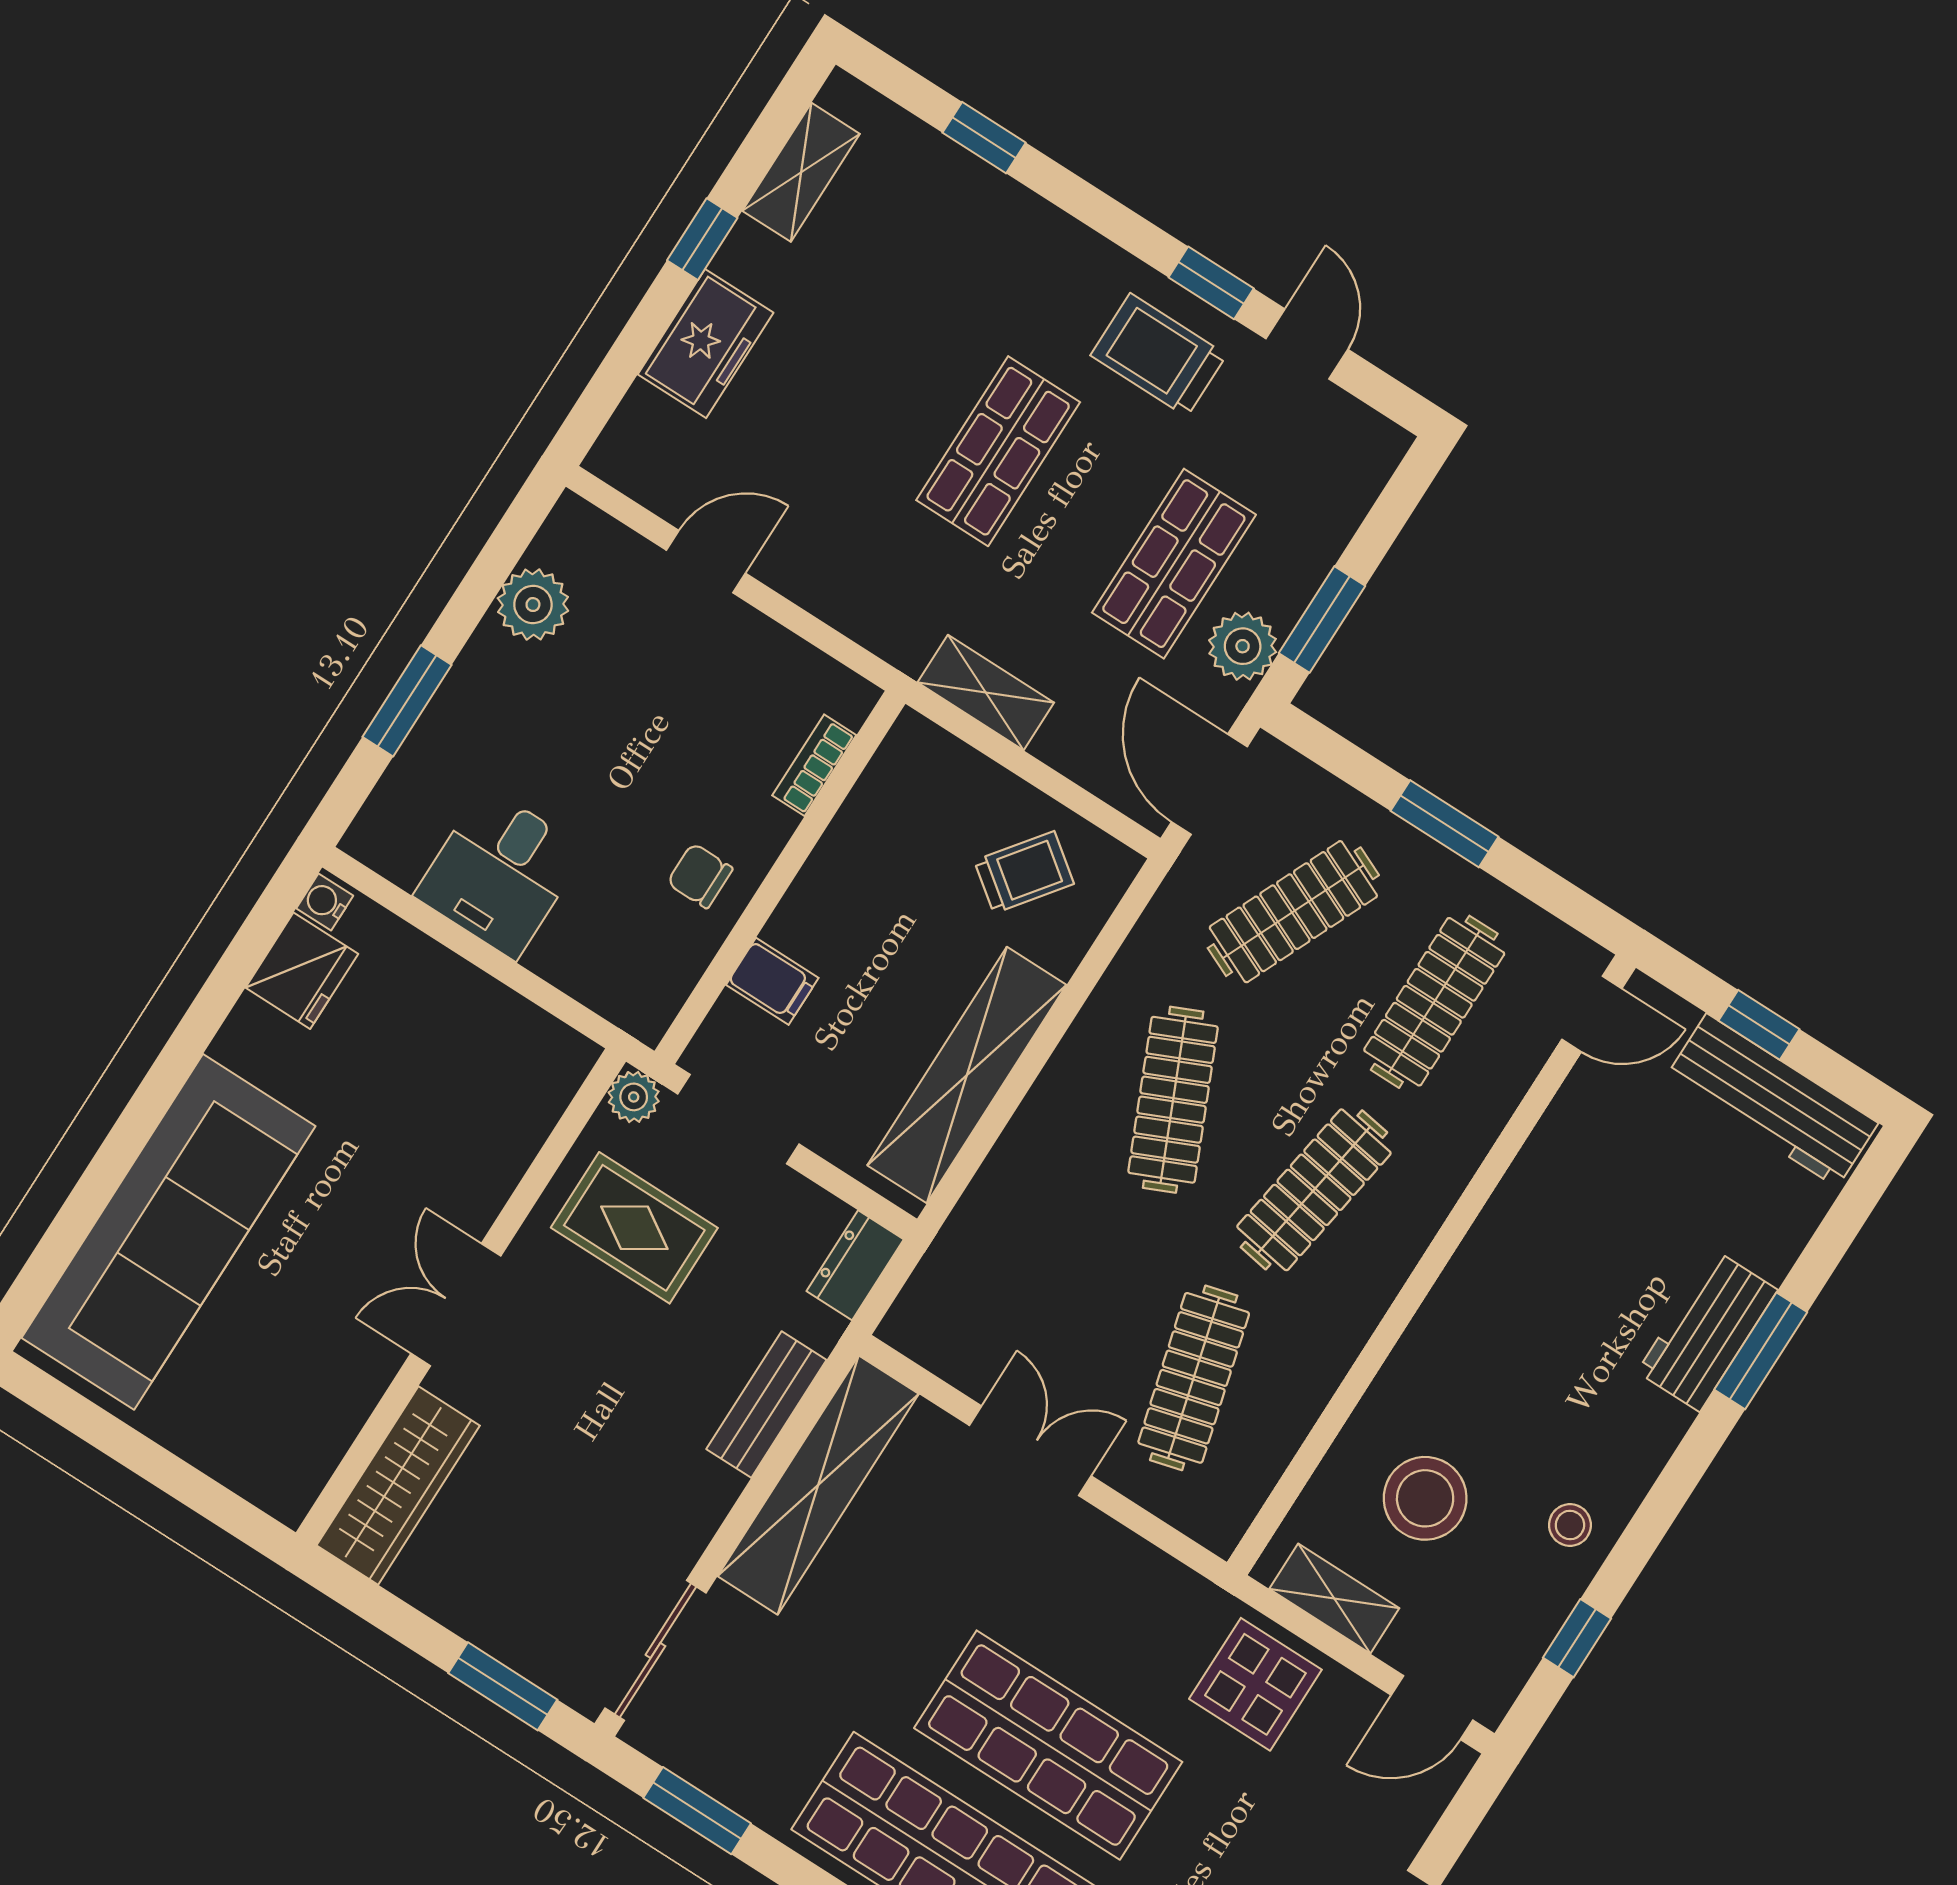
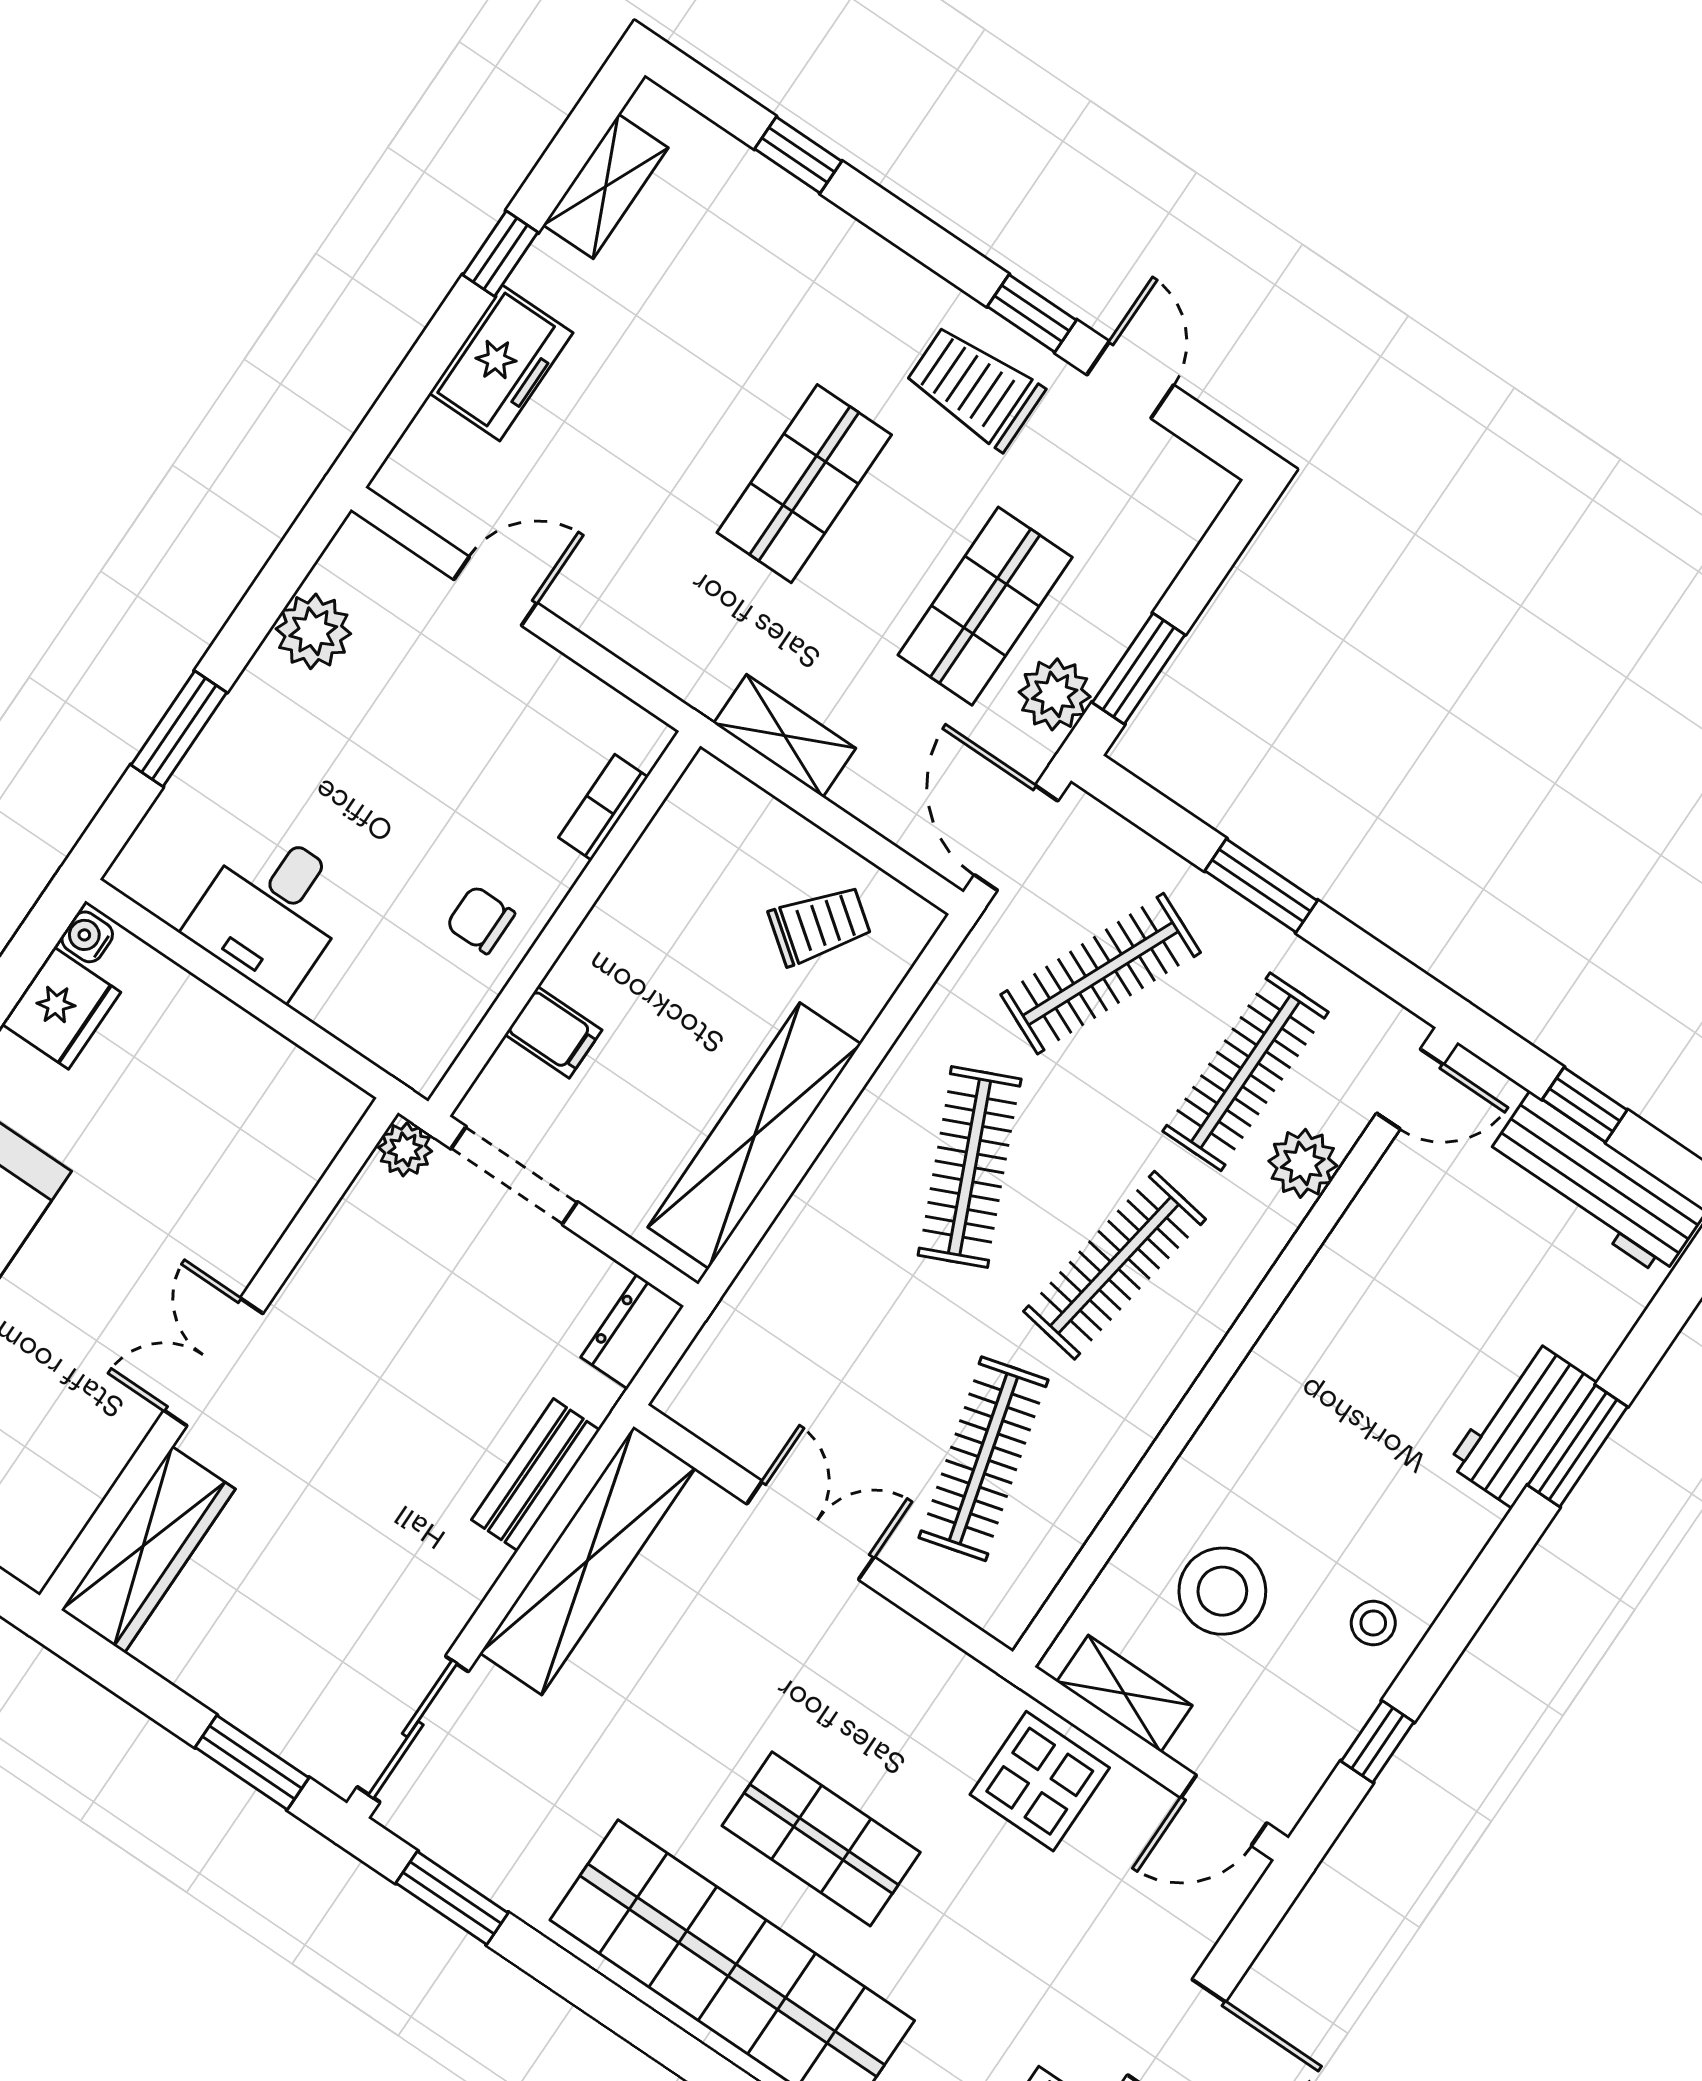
plant: (1491, 1088) -> (1303, 1163), added
rug: (634, 1228) -> (402, 1286), removed
shop shelf: (1048, 1745) -> (821, 1839), width x0.70, depth x0.74

